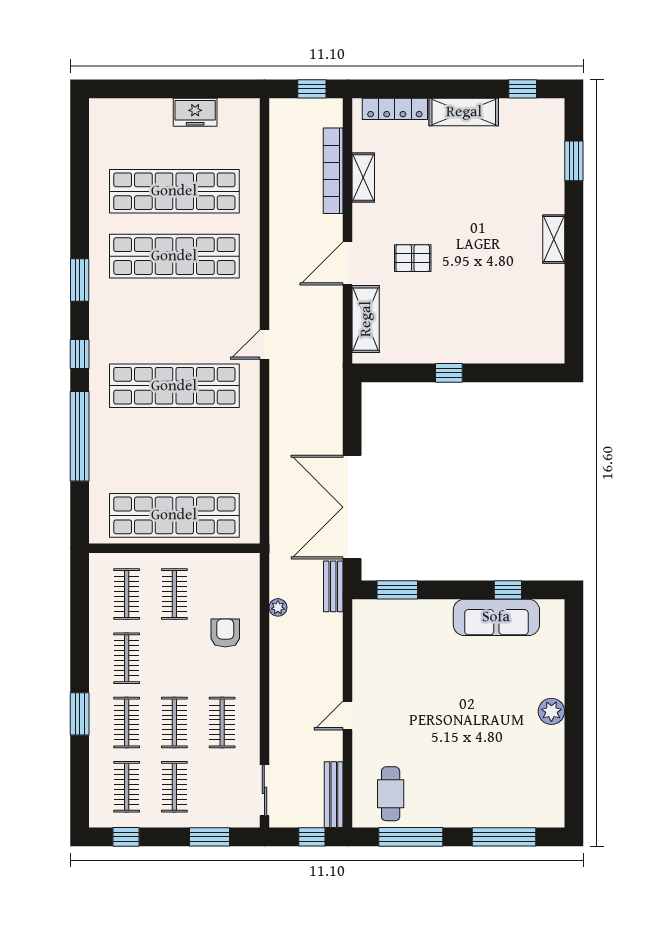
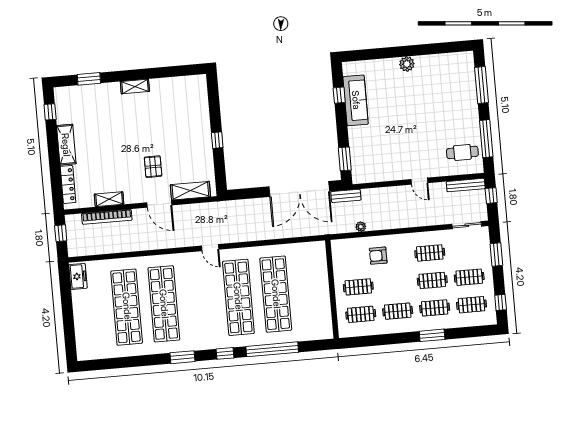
freezer: (195, 112) -> (78, 276), moved
shop shelf: (174, 515) -> (276, 294), moved

